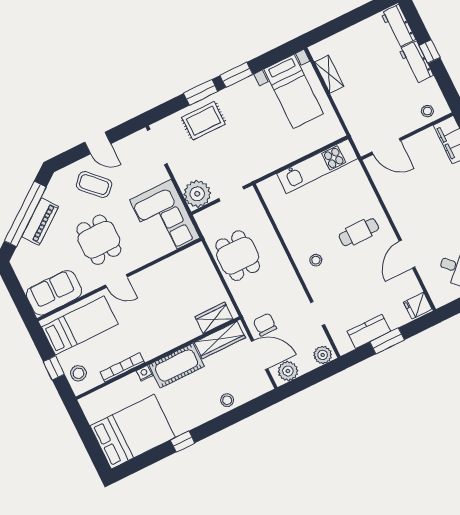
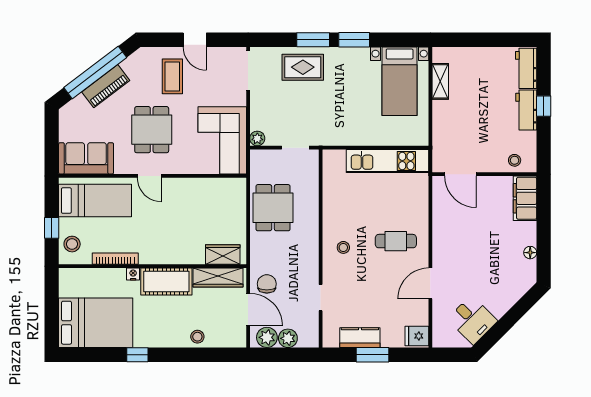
coffee table: (94, 185) -> (172, 76), turned 45
plant: (197, 194) -> (257, 138), width x0.53, depth x0.53
plant: (323, 355) -> (288, 338), moved

